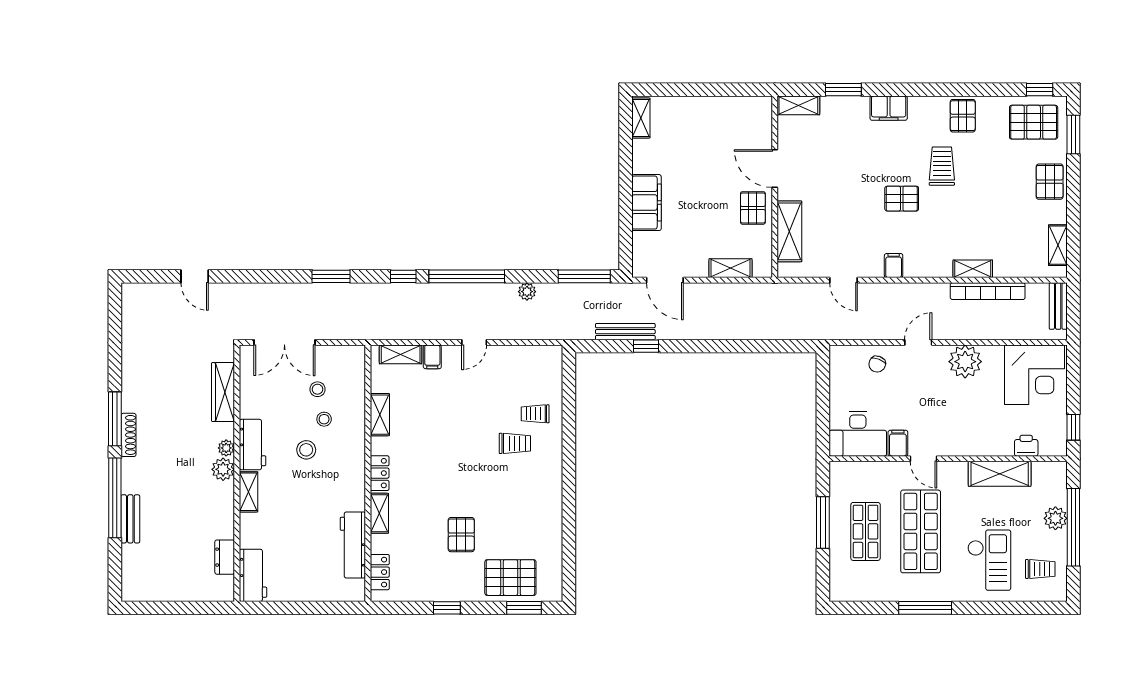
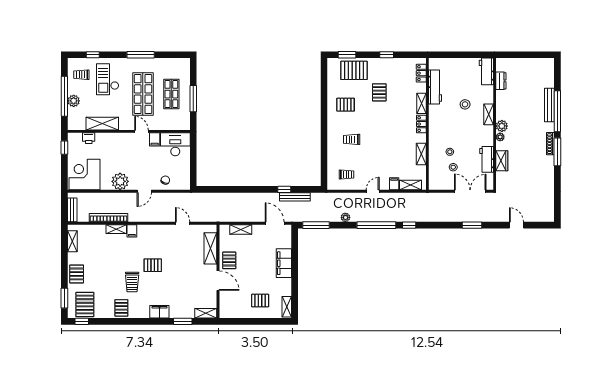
pallet: (1034, 122) -> (85, 305), turned 90
pallet: (693, 130) -> (260, 301), added
filing cabinet: (894, 266) -> (132, 231), moved
window: (331, 276) -> (472, 225), moved
wardrobe: (223, 392) -> (502, 161), width x0.67
trolley: (535, 414) -> (346, 175), moved
workbench: (253, 445) -> (487, 159), moved
stool: (306, 450) -> (465, 104), moved
pallet: (527, 511) -> (346, 105), added
bench: (130, 519) -> (549, 105), width x1.36
window: (1018, 608) -> (93, 55), added

